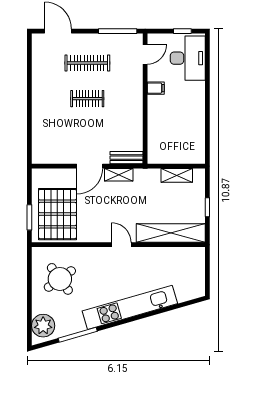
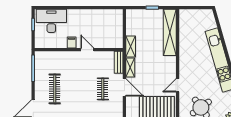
door: (145, 54) -> (87, 50), moved
clothes rail: (87, 99) -> (103, 89), moved
shelving: (177, 175) -> (131, 47), moved
door: (121, 245) -> (178, 85), moved

